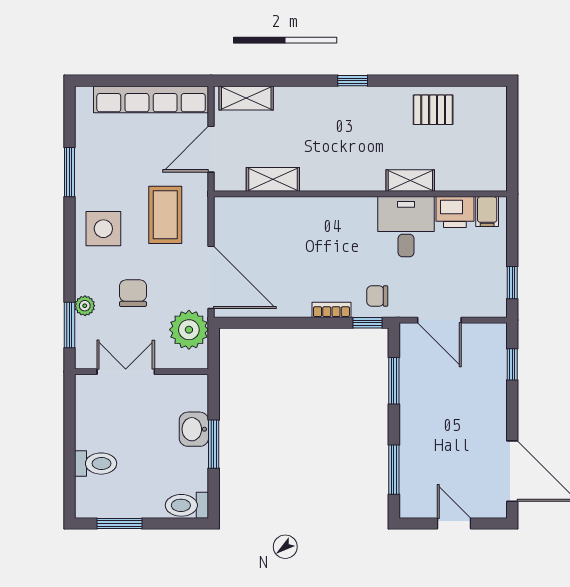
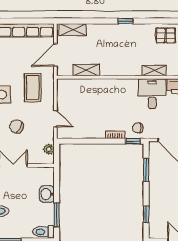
door: (211, 277) -> (55, 119), width x0.53
chair: (133, 293) -> (17, 127), turned -63
plant: (189, 330) -> (49, 149), width x0.53, depth x0.53
window: (214, 444) -> (57, 215), moved
window: (394, 470) -> (146, 214), width x0.67

